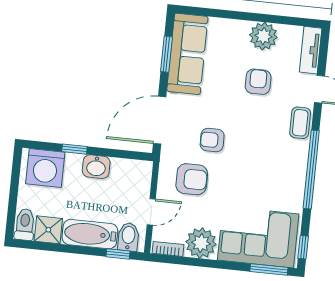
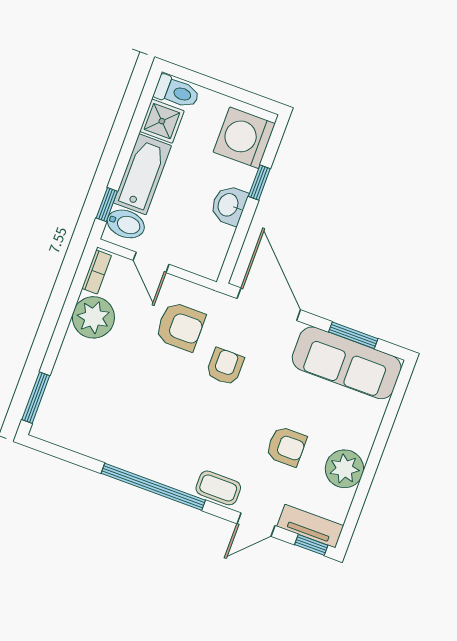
armchair: (192, 179) -> (180, 327), turned -90
corner sofa: (258, 237) -> (82, 395), removed
window: (303, 247) -> (311, 545), moved

